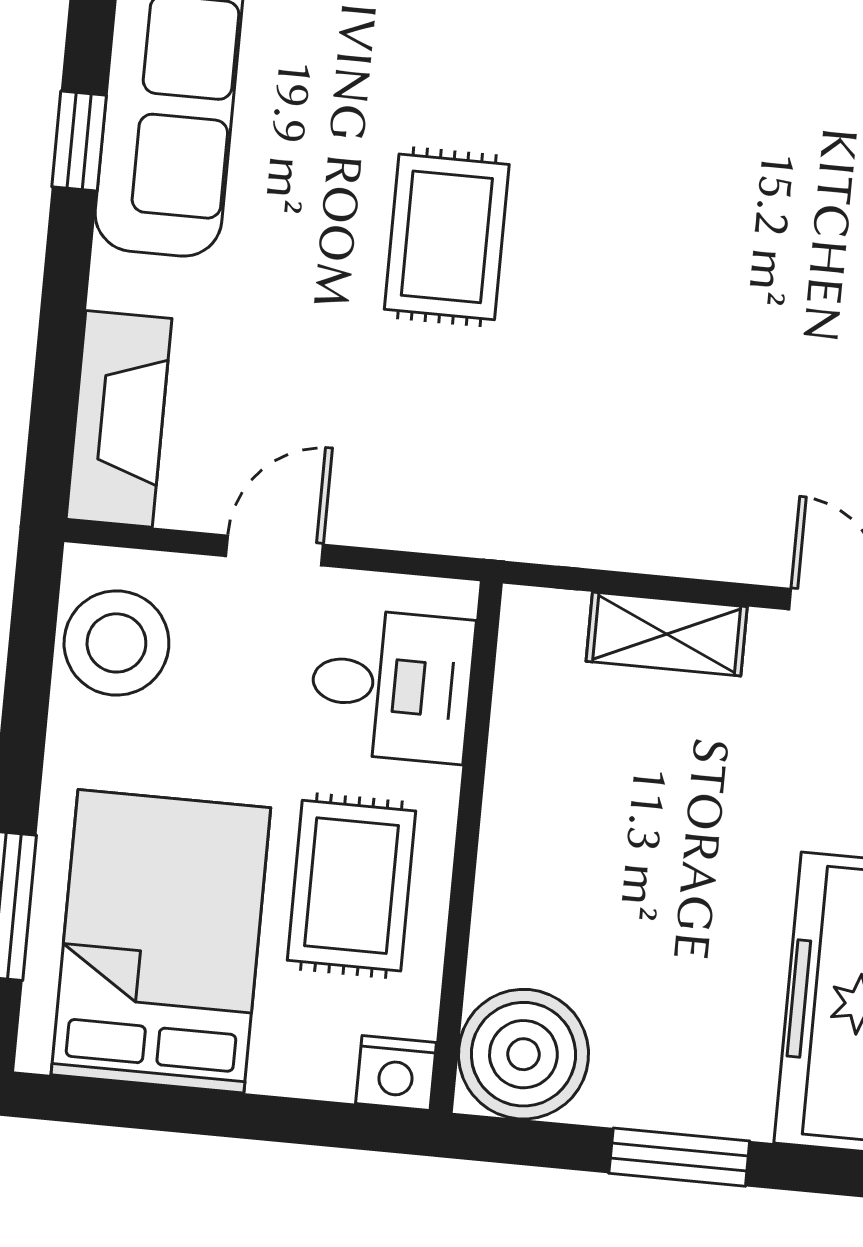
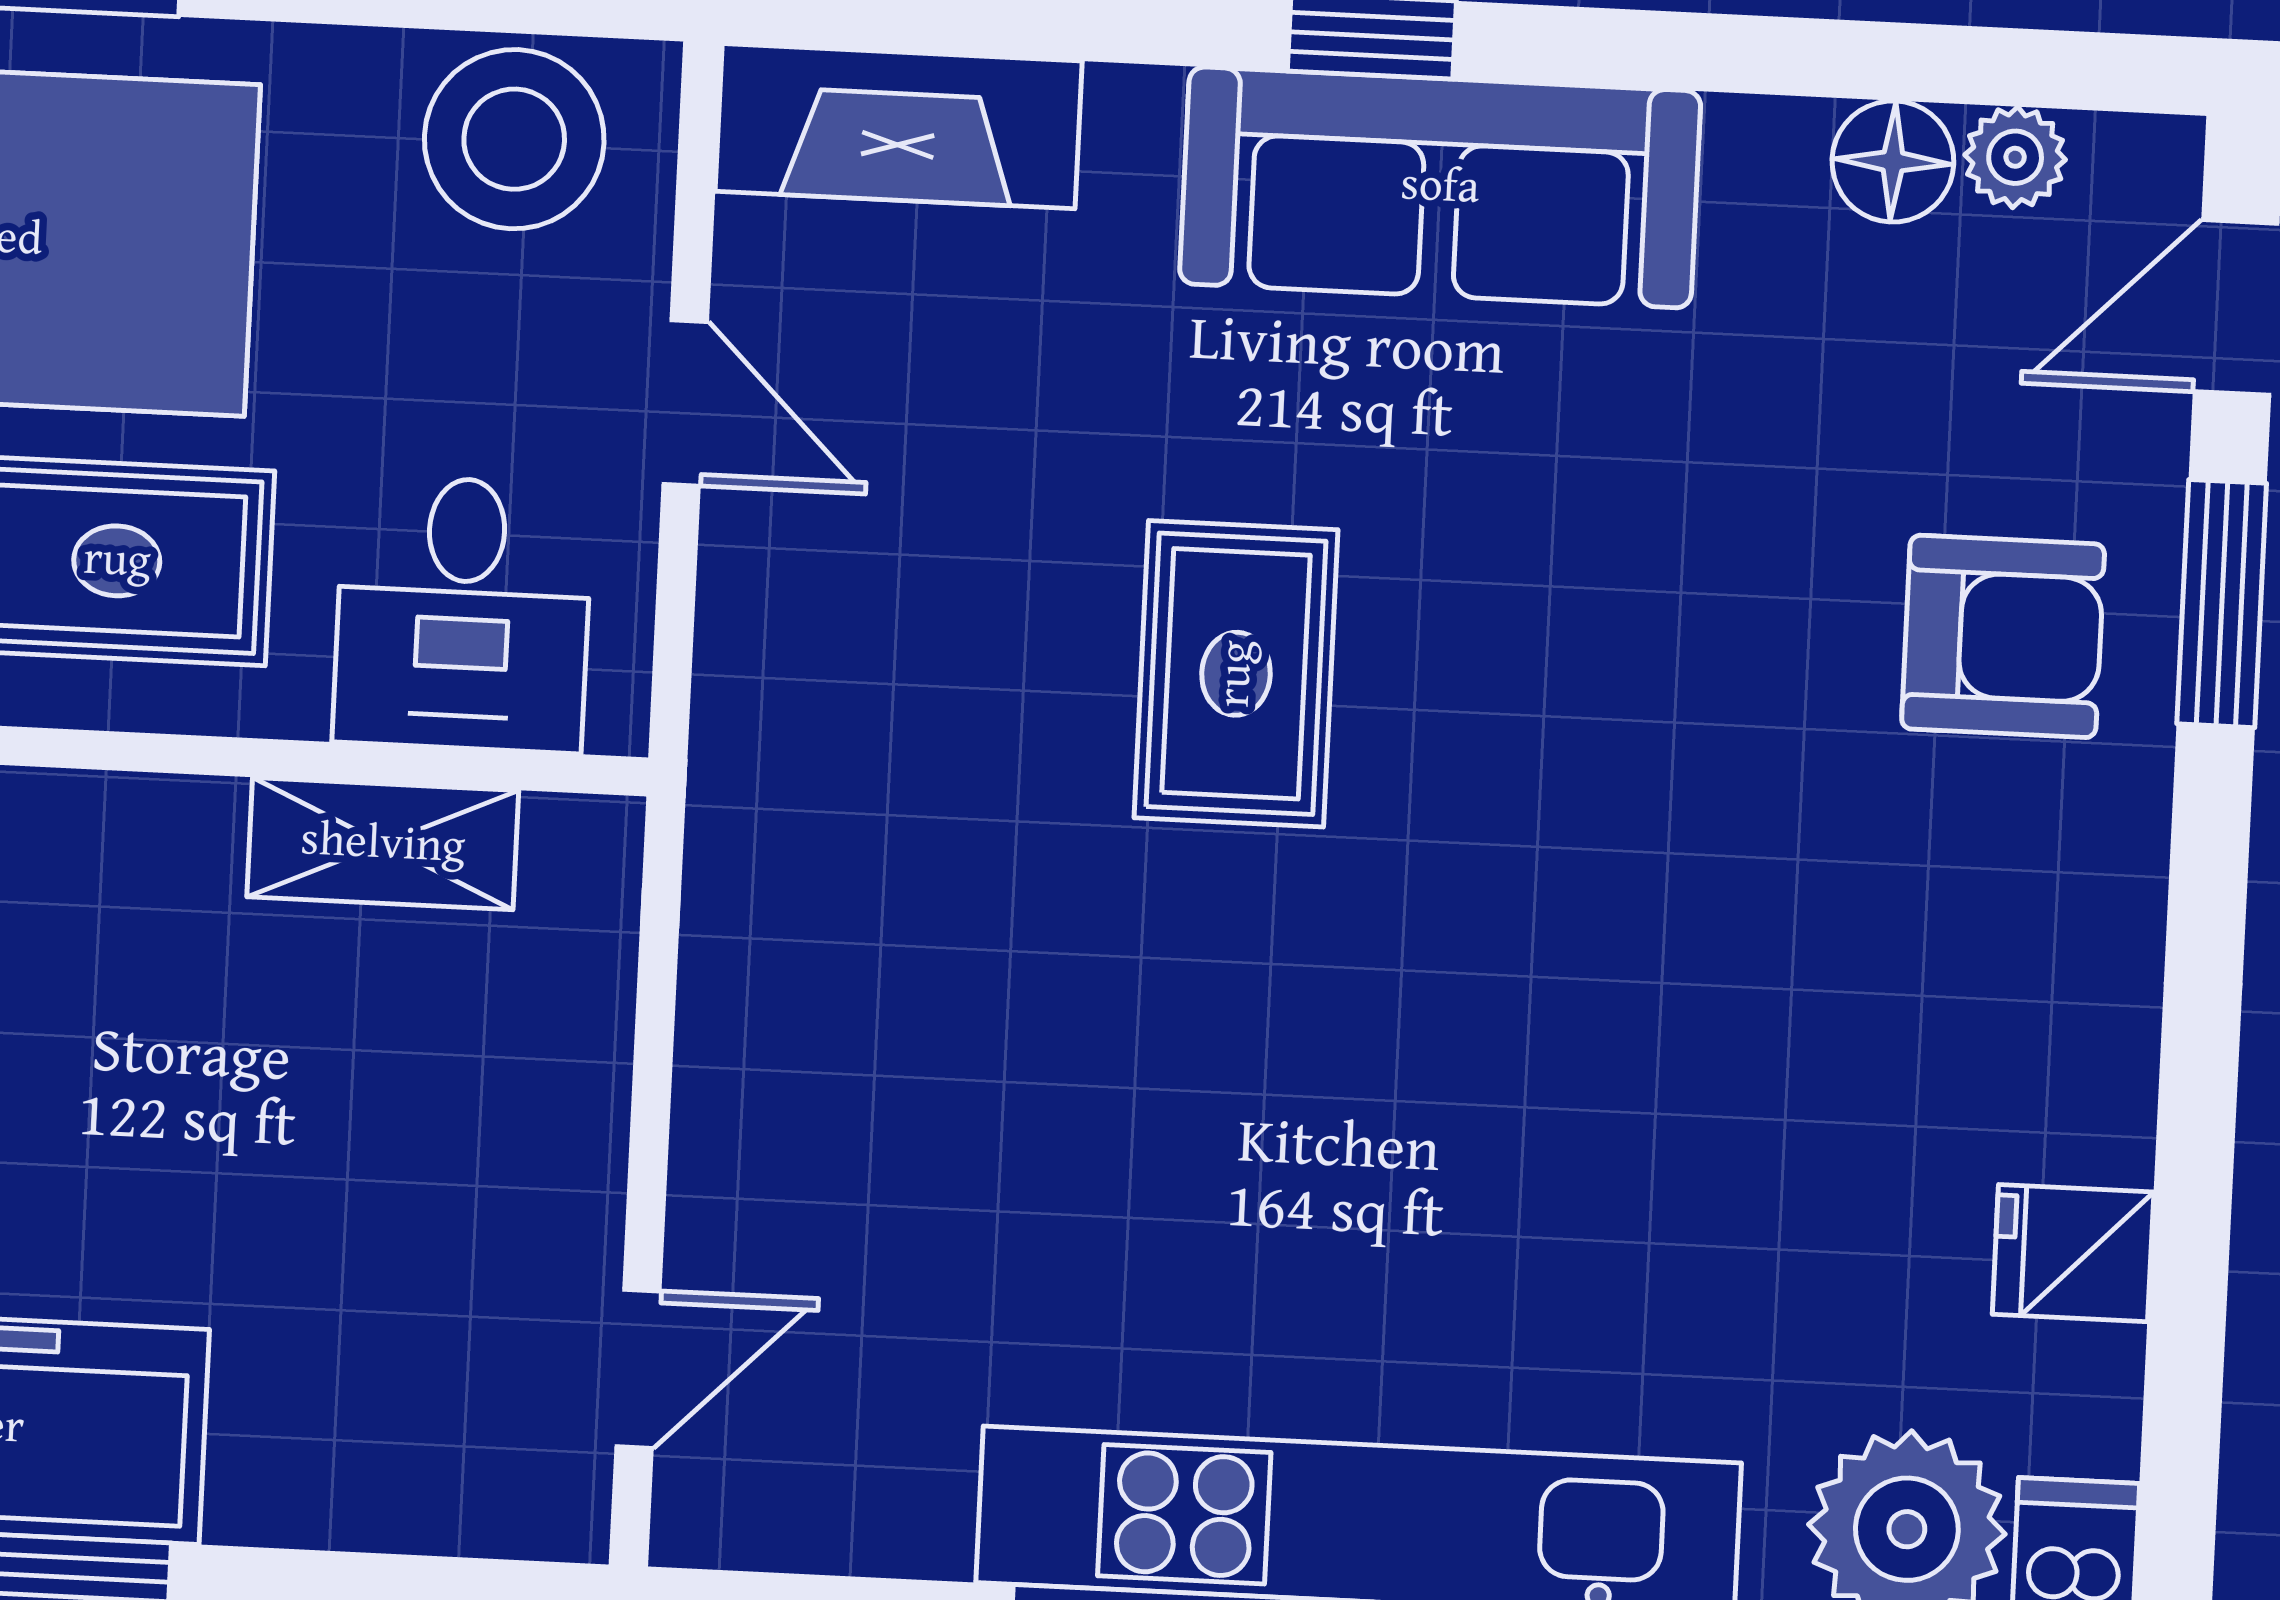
rug: (447, 237) -> (1236, 674), turned 90
shelving: (667, 634) -> (383, 844), moved, turned 90

